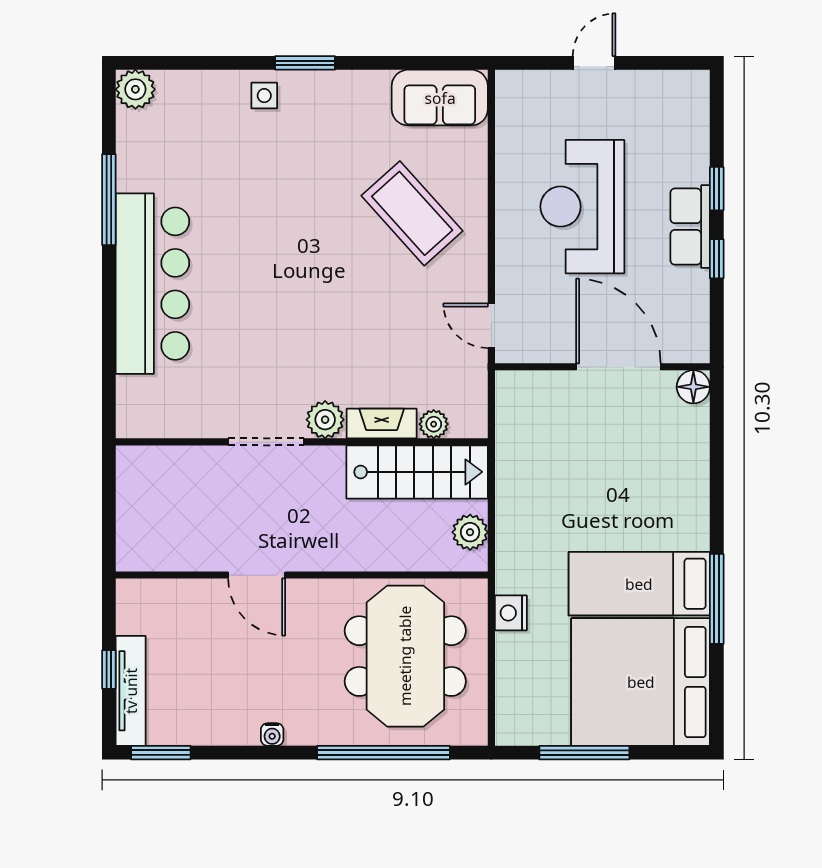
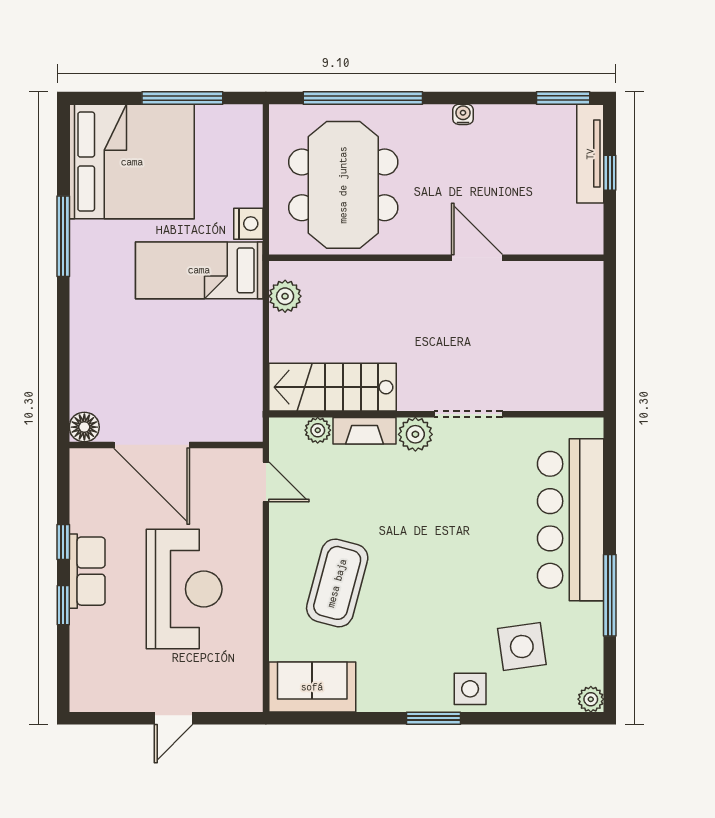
plant: (135, 89) -> (591, 699), width x0.73, depth x0.73
side table: (264, 96) -> (470, 689), width x1.37, depth x1.37
side table: (207, 143) -> (522, 646), added
coffee table: (412, 213) -> (337, 583), turned 57
plant: (325, 420) -> (415, 434), moved
fireplace: (382, 424) -> (365, 431), moved
plant: (434, 424) -> (318, 430), moved
doorway: (266, 442) -> (468, 414), moved
wall: (302, 442) -> (436, 414), moved
stairs: (417, 472) -> (333, 387), moved
bed: (639, 584) -> (199, 270), moved, turned 180

